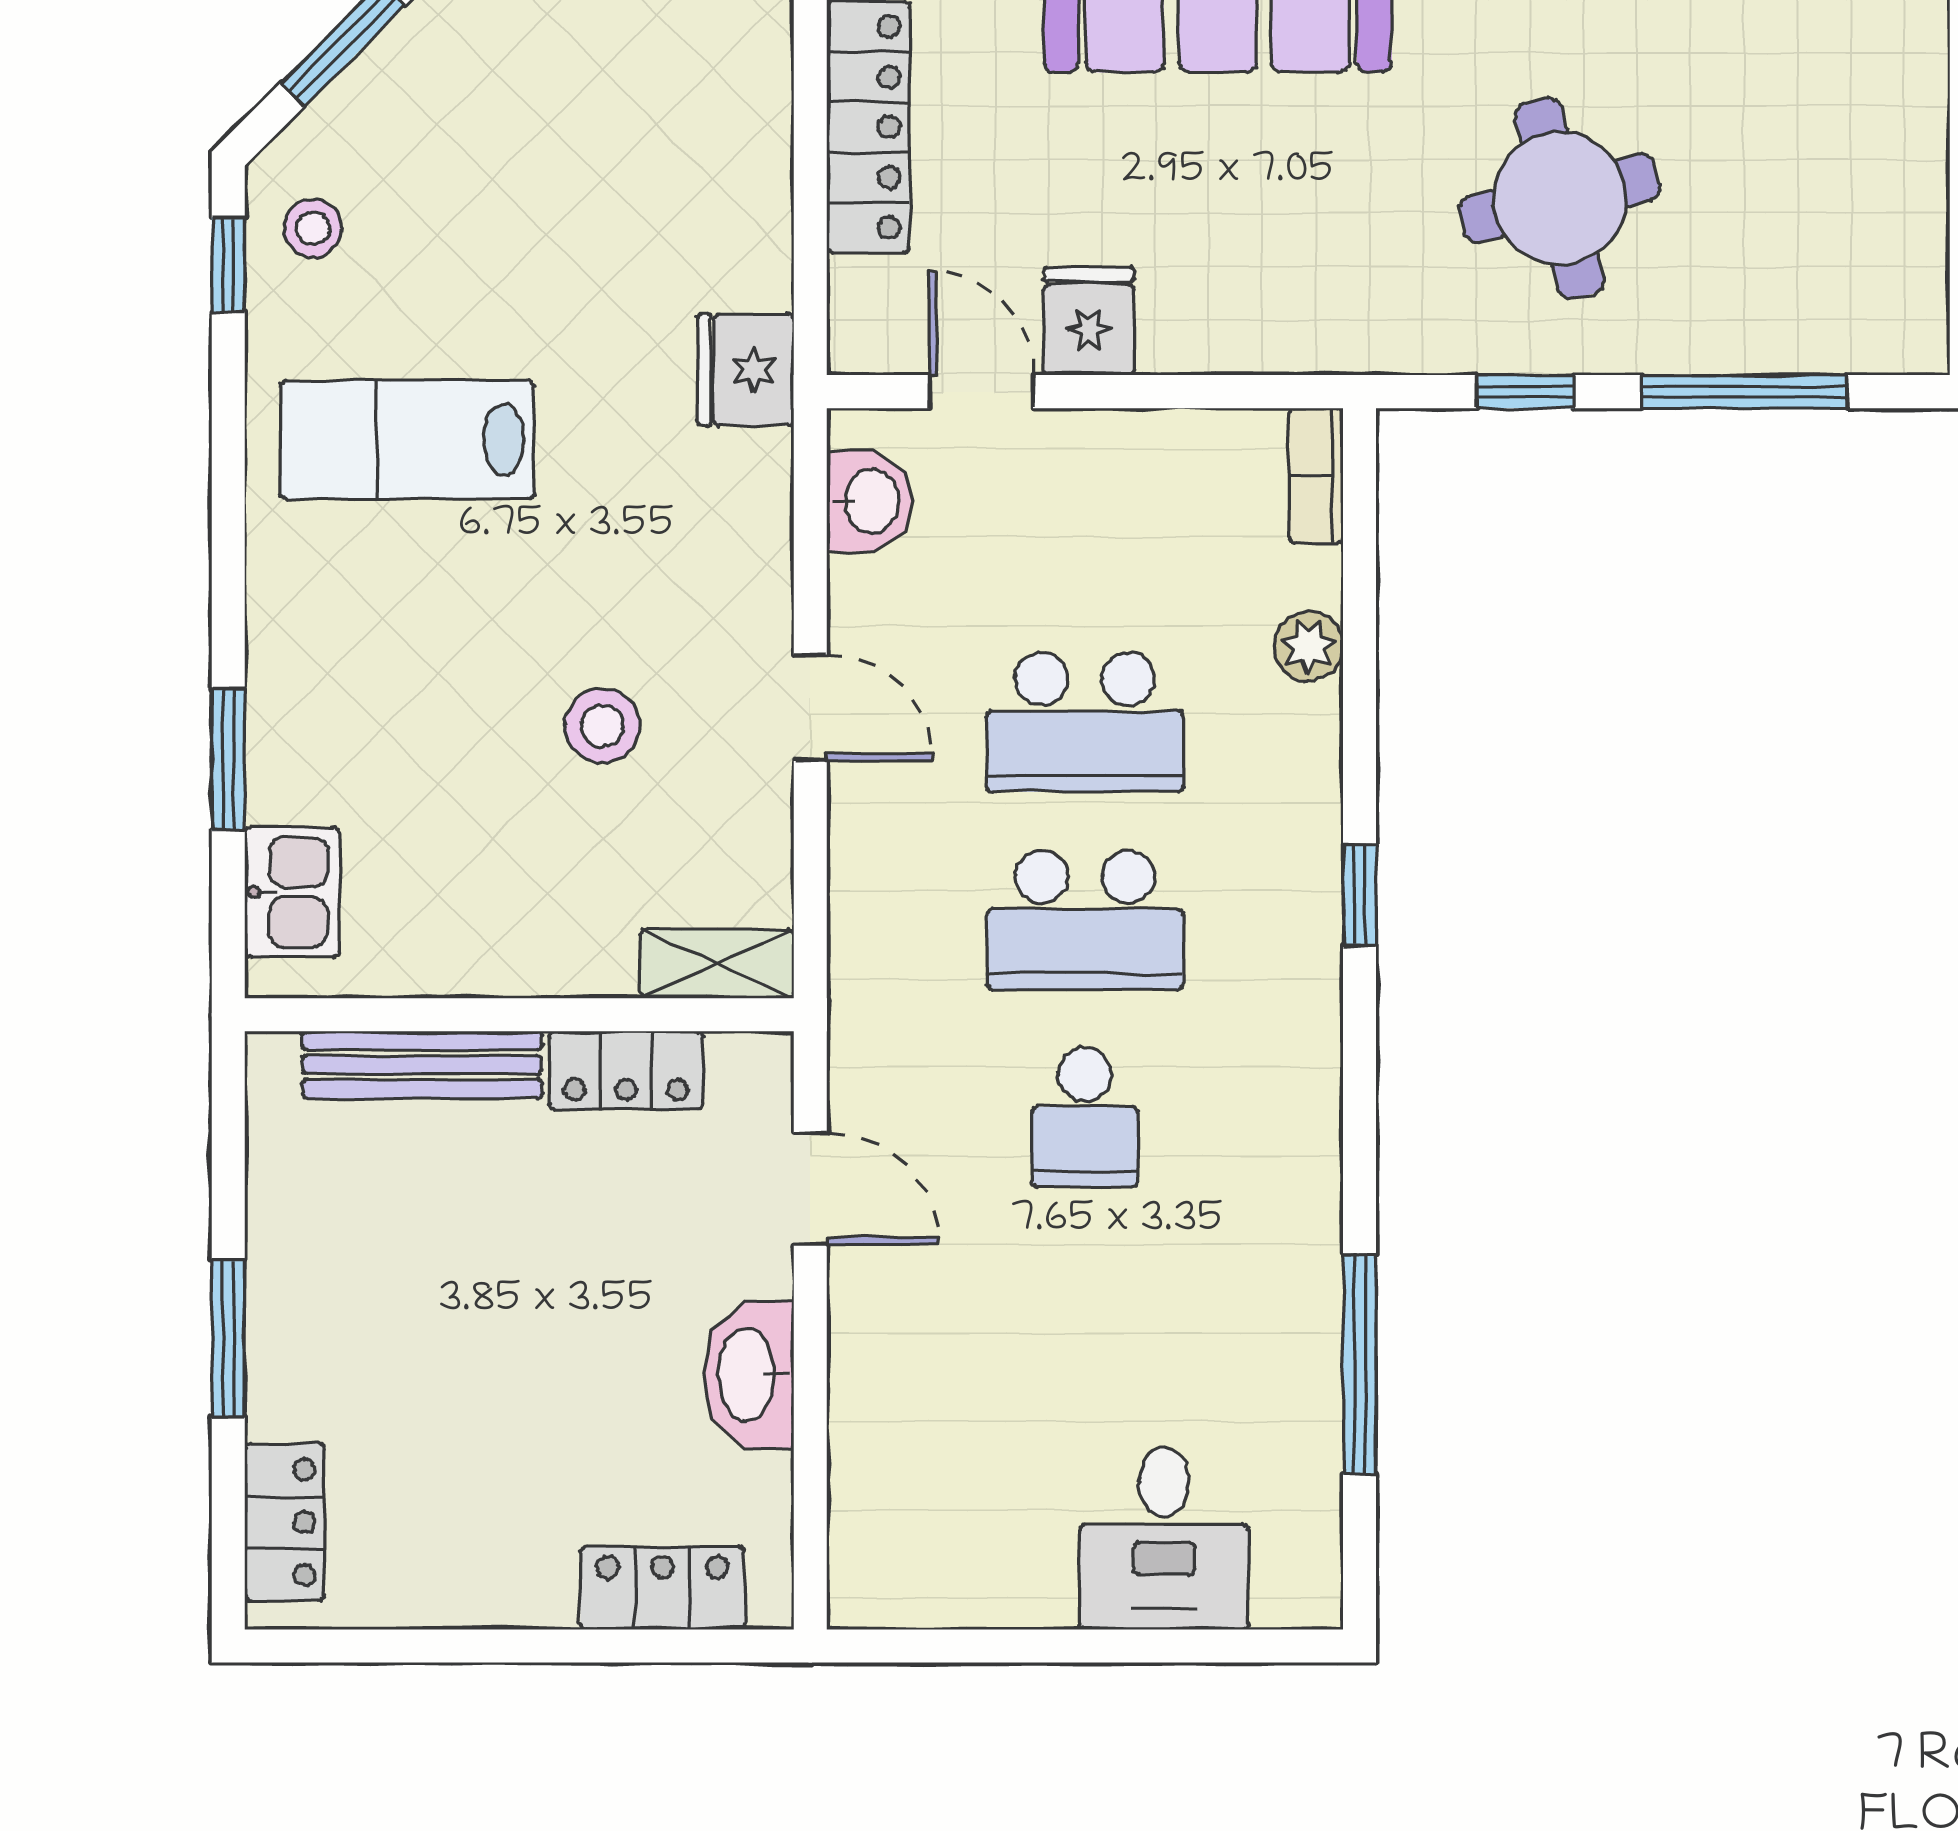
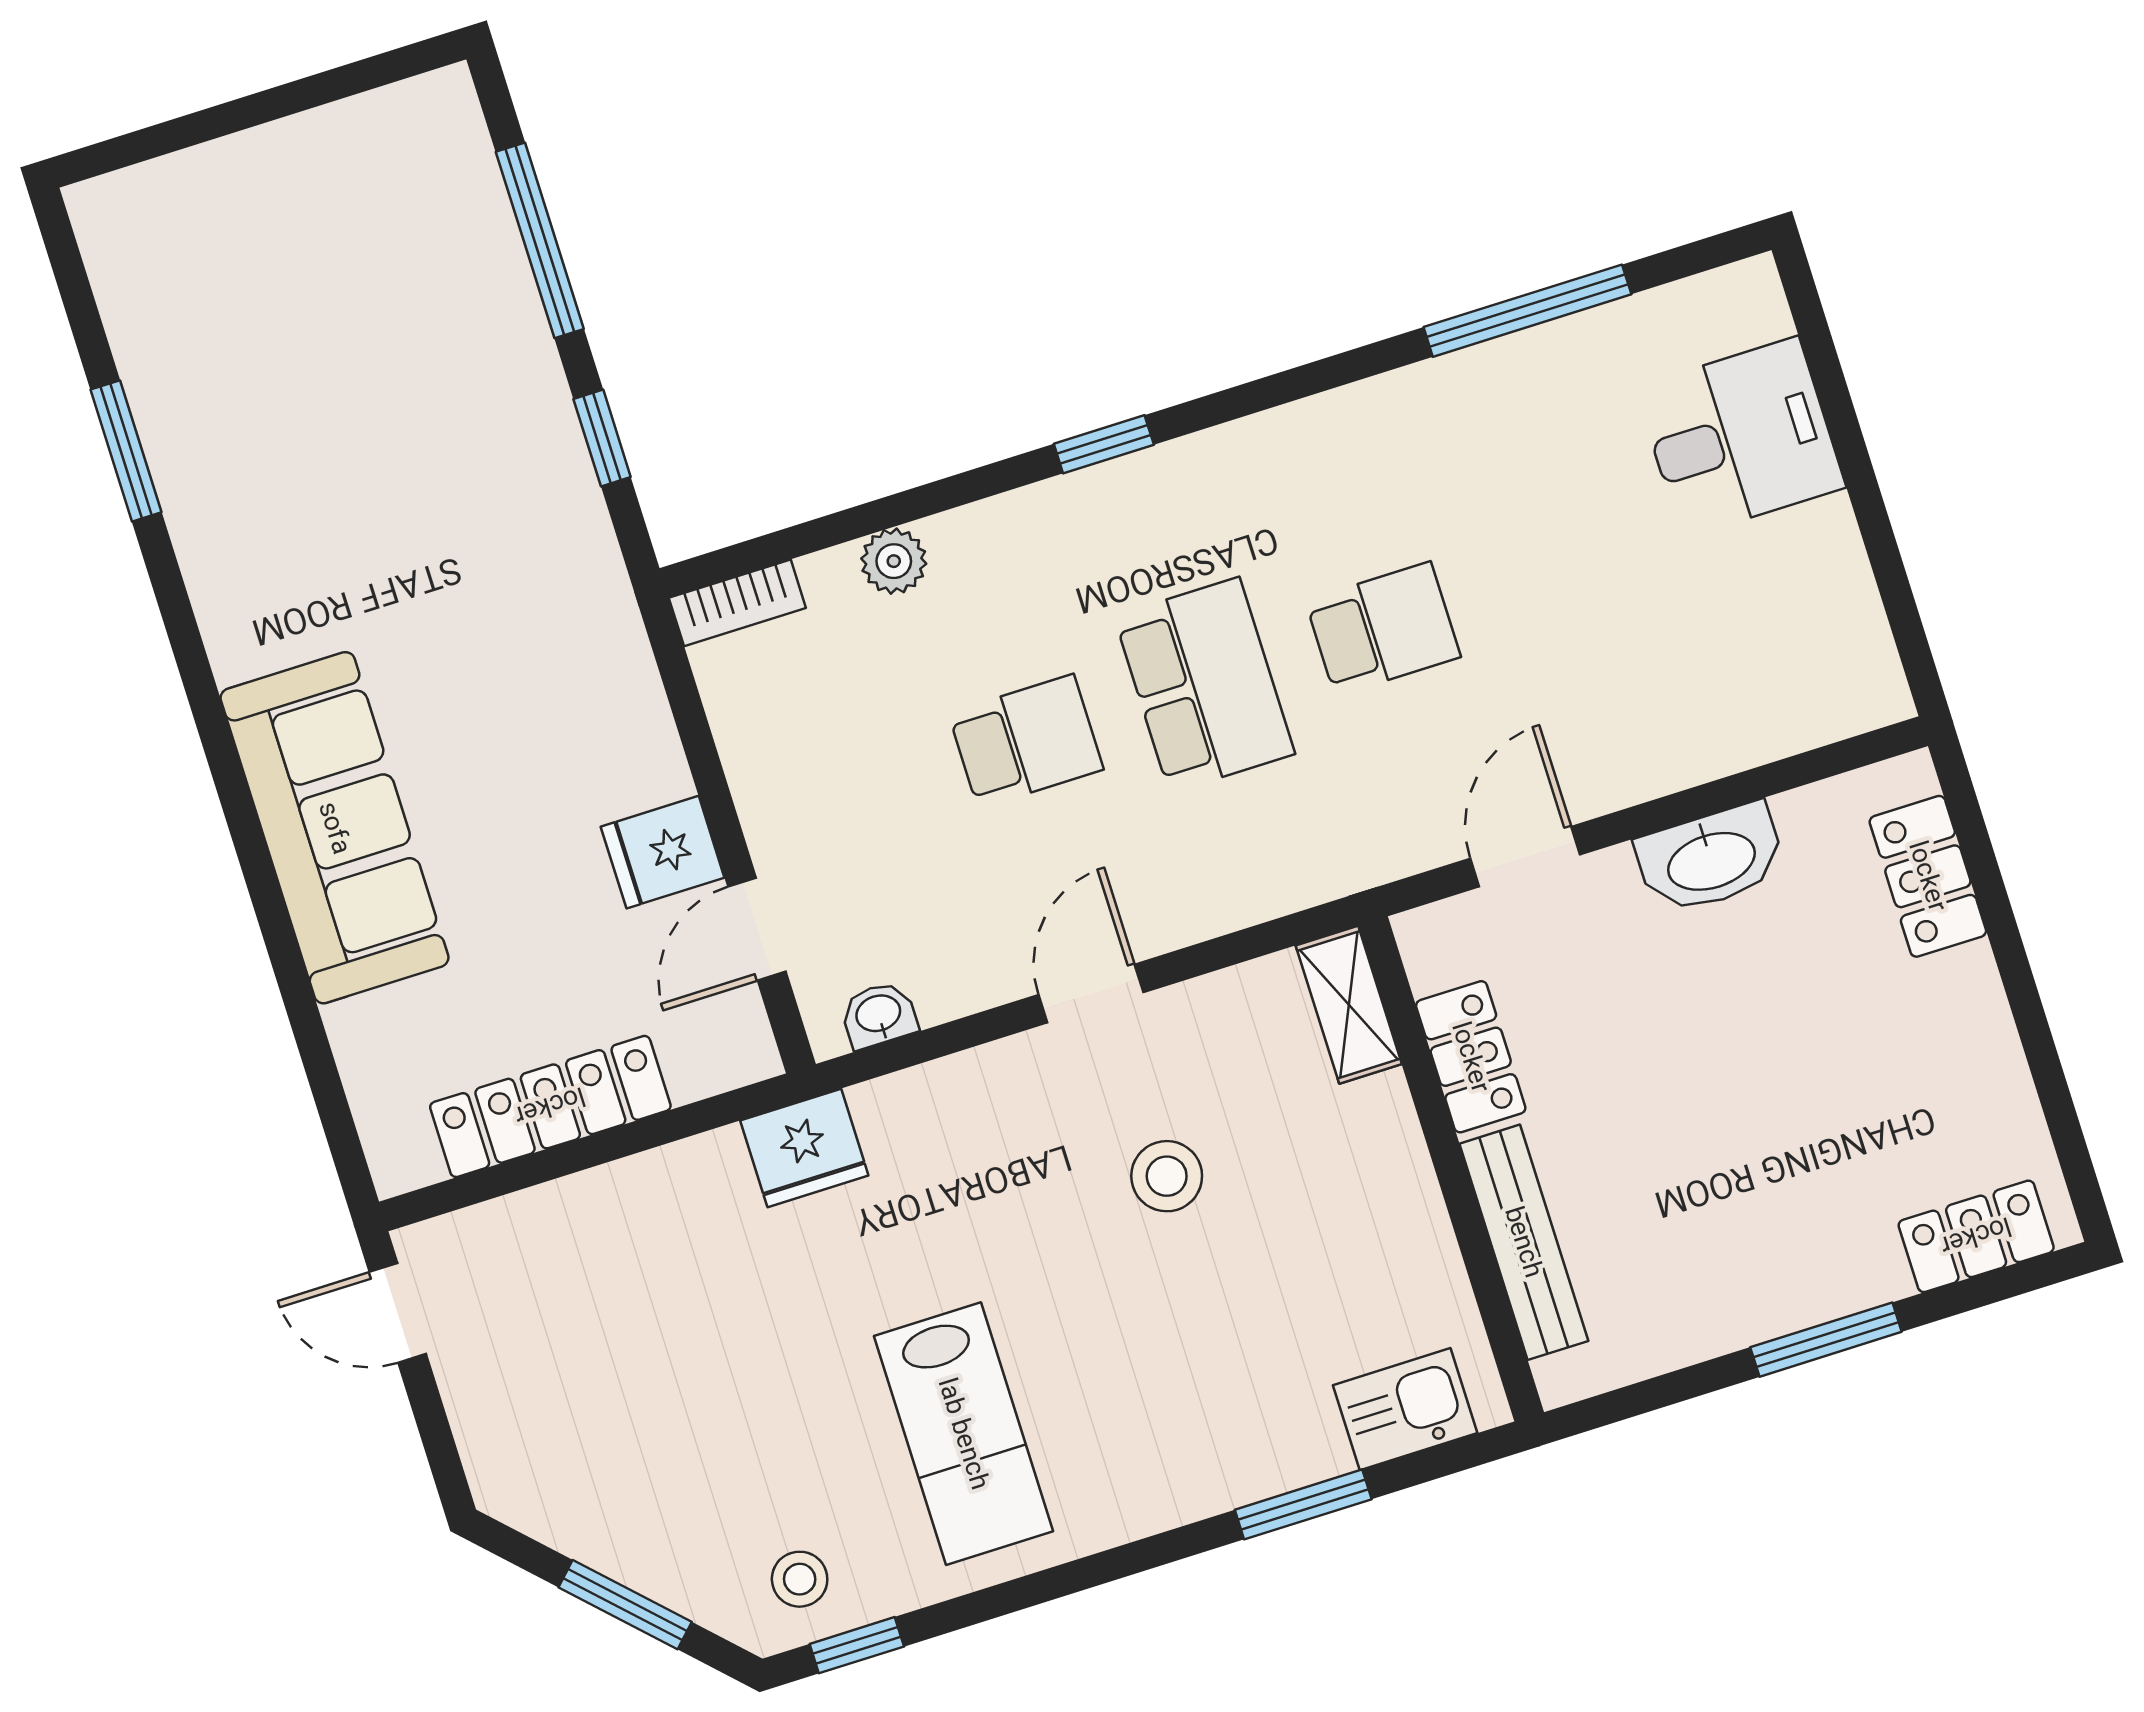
round table: (1560, 198) -> (418, 462), removed
washbasin: (869, 501) -> (879, 1015), width x0.72, depth x0.69
school desk: (1085, 722) -> (1026, 741), width x0.54

